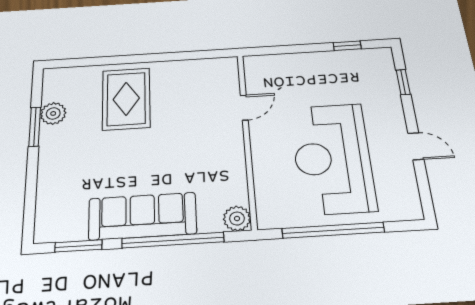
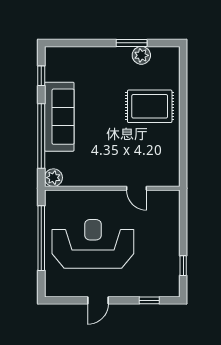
window: (78, 246) -> (41, 76), width x0.67

